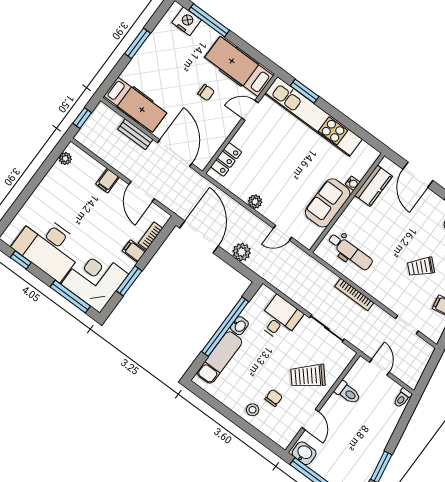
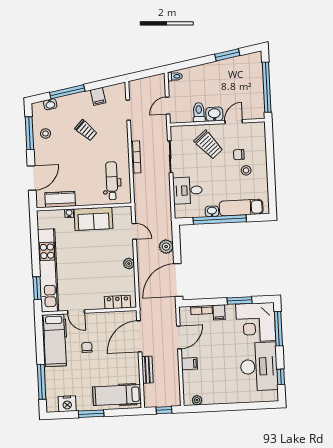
nightstand: (187, 21) -> (67, 404), moved, turned -90
hospital bed: (135, 105) -> (117, 395), moved, turned -90
stool: (253, 410) -> (246, 170), moved
washbasin: (304, 453) -> (214, 114), moved, turned 90

